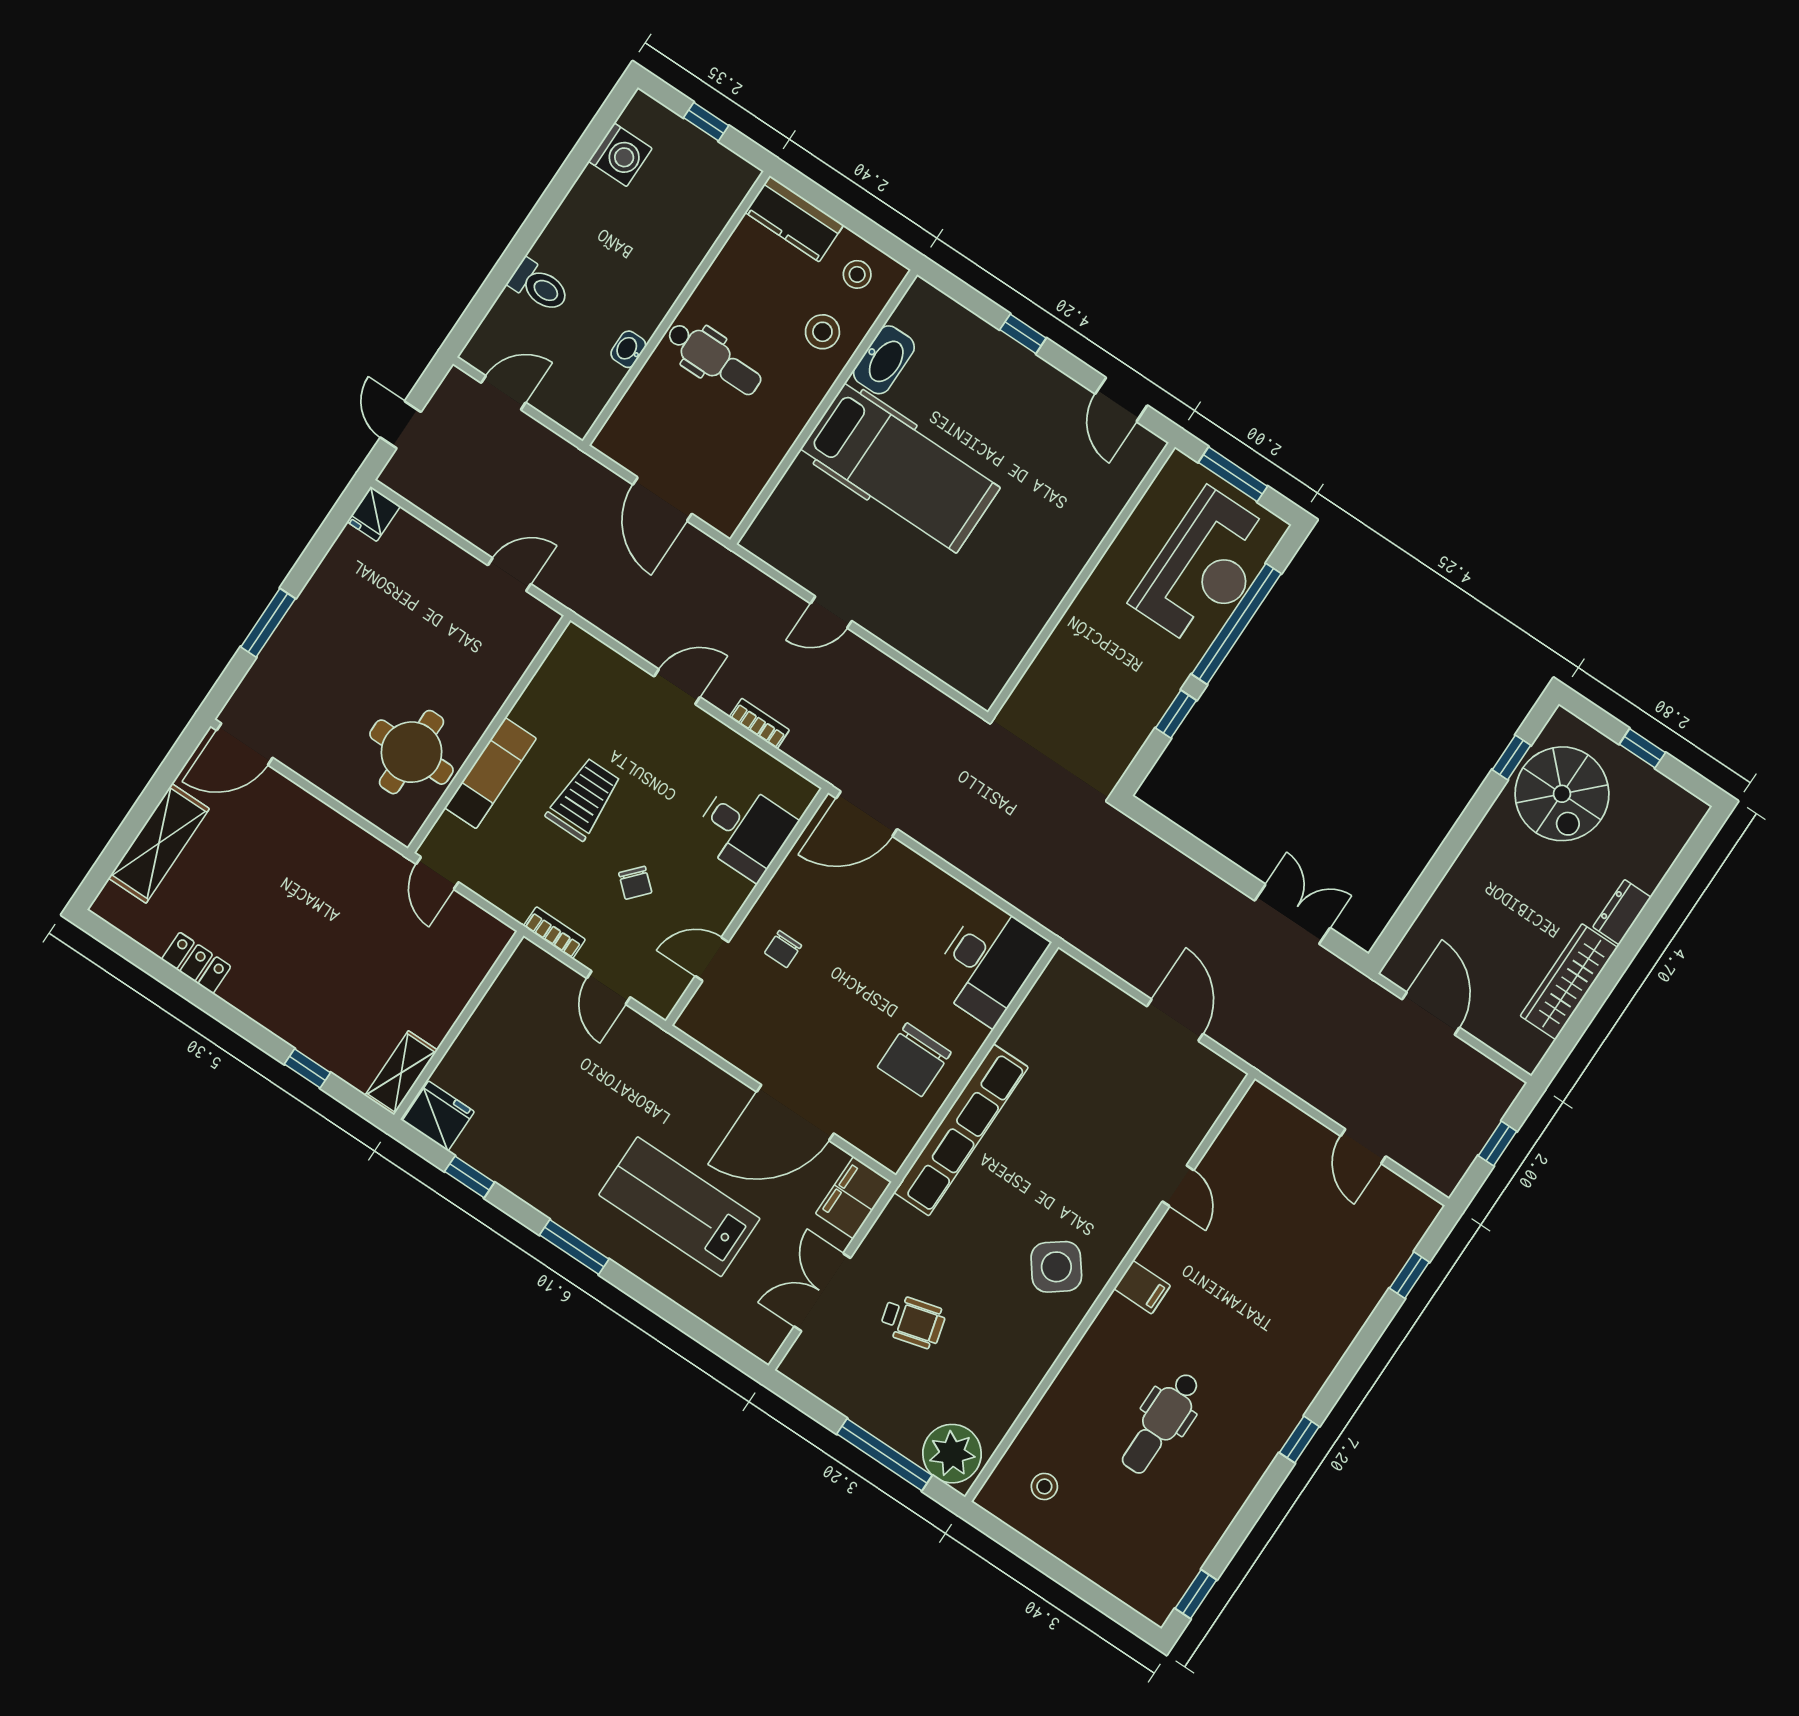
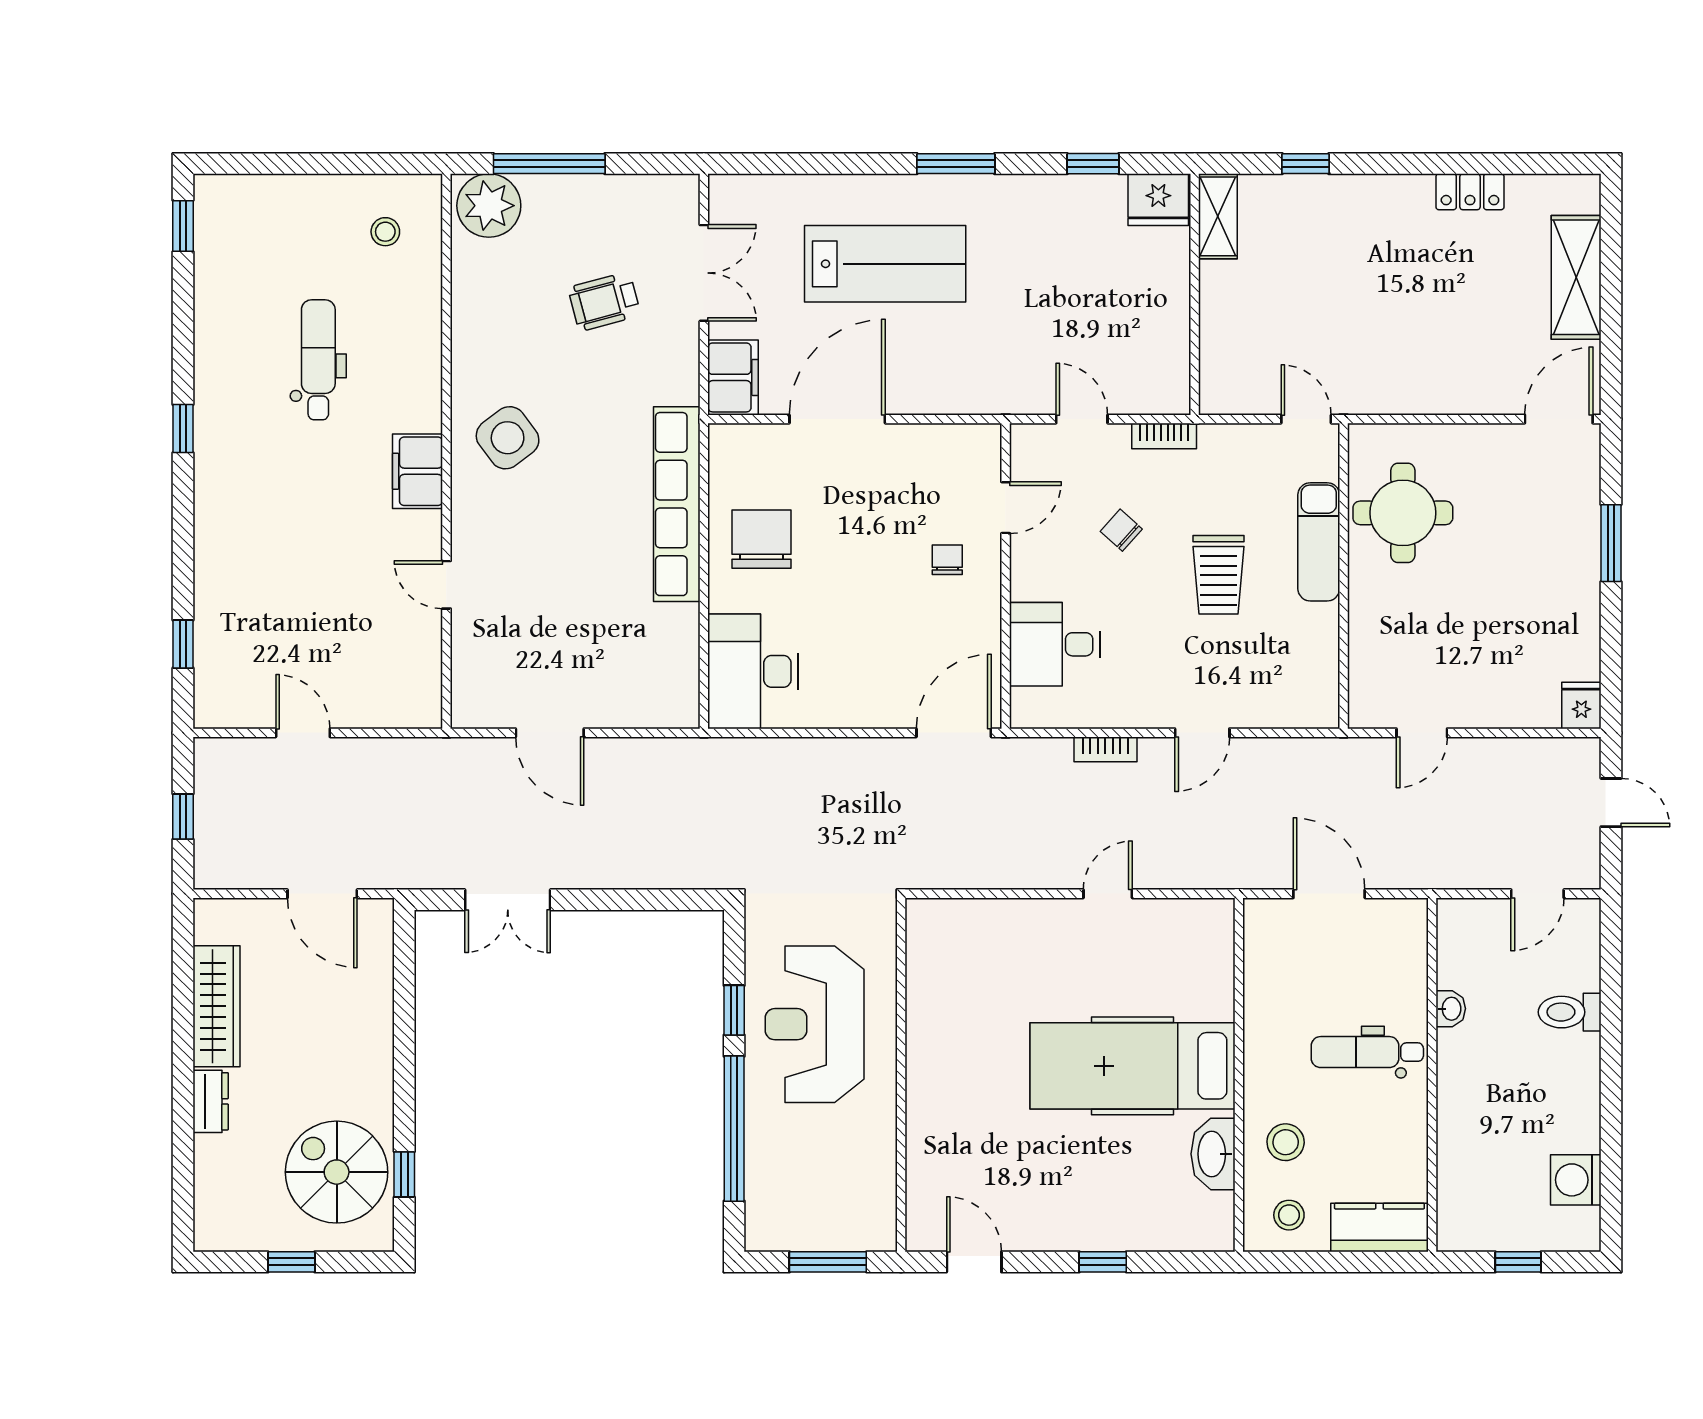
reception desk: (1204, 569) -> (815, 1024), moved
filing cabinet: (1142, 1287) -> (418, 471), width x2.00

